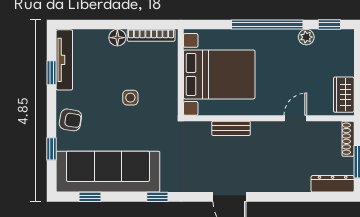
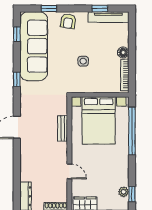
window: (267, 25) -> (132, 131), moved
plant: (306, 37) -> (124, 192), moved

